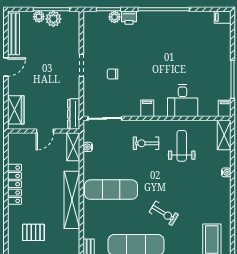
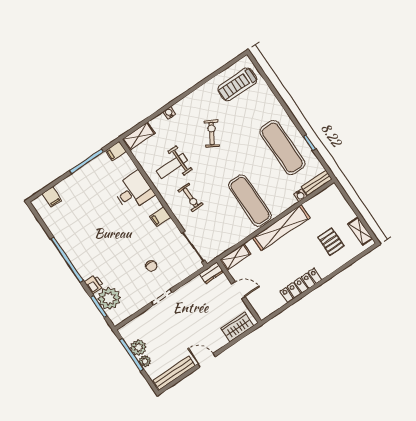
plant: (115, 17) -> (109, 298), width x1.88, depth x1.88
filing cabinet: (223, 17) -> (52, 197), moved
dresser: (74, 114) -> (211, 273), width x0.70
water cooler: (88, 147) -> (300, 195), moved
exercise bike: (164, 213) -> (212, 134), moved

